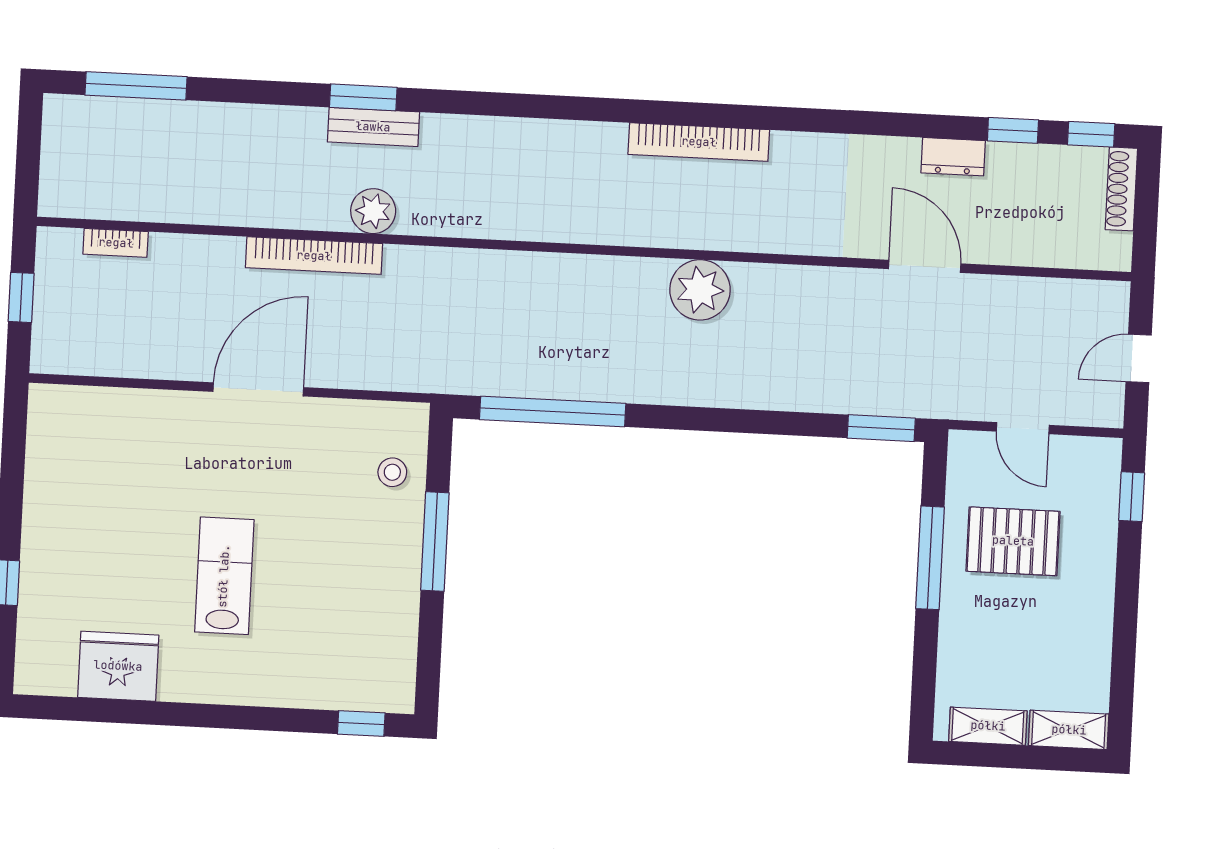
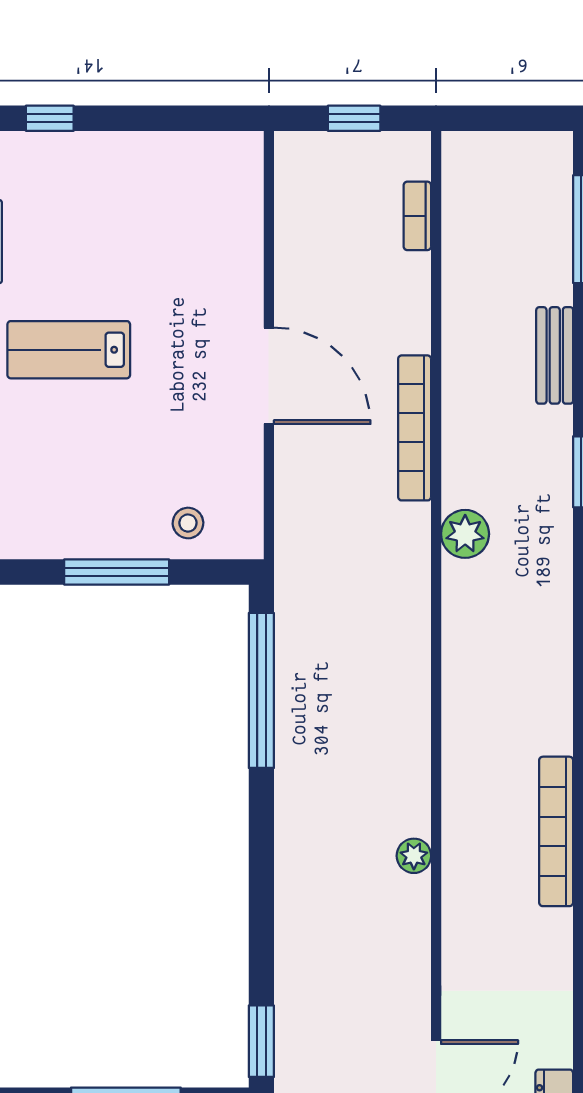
bench: (373, 127) -> (555, 355), moved
plant: (373, 211) -> (465, 534), moved
plant: (700, 290) -> (414, 856), width x0.53, depth x0.53
lab bench: (224, 576) -> (69, 350), turned 180

